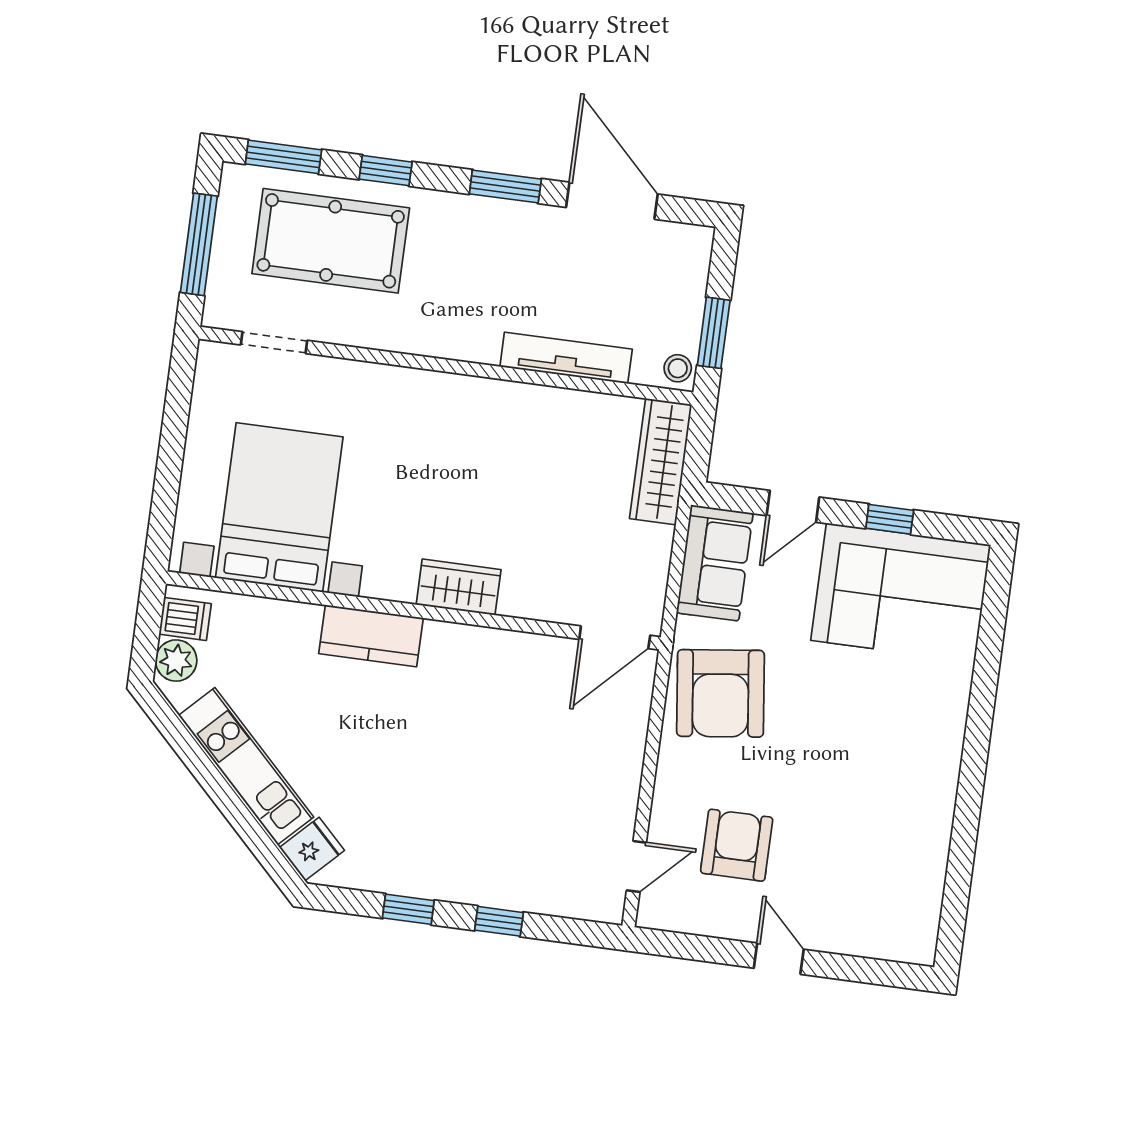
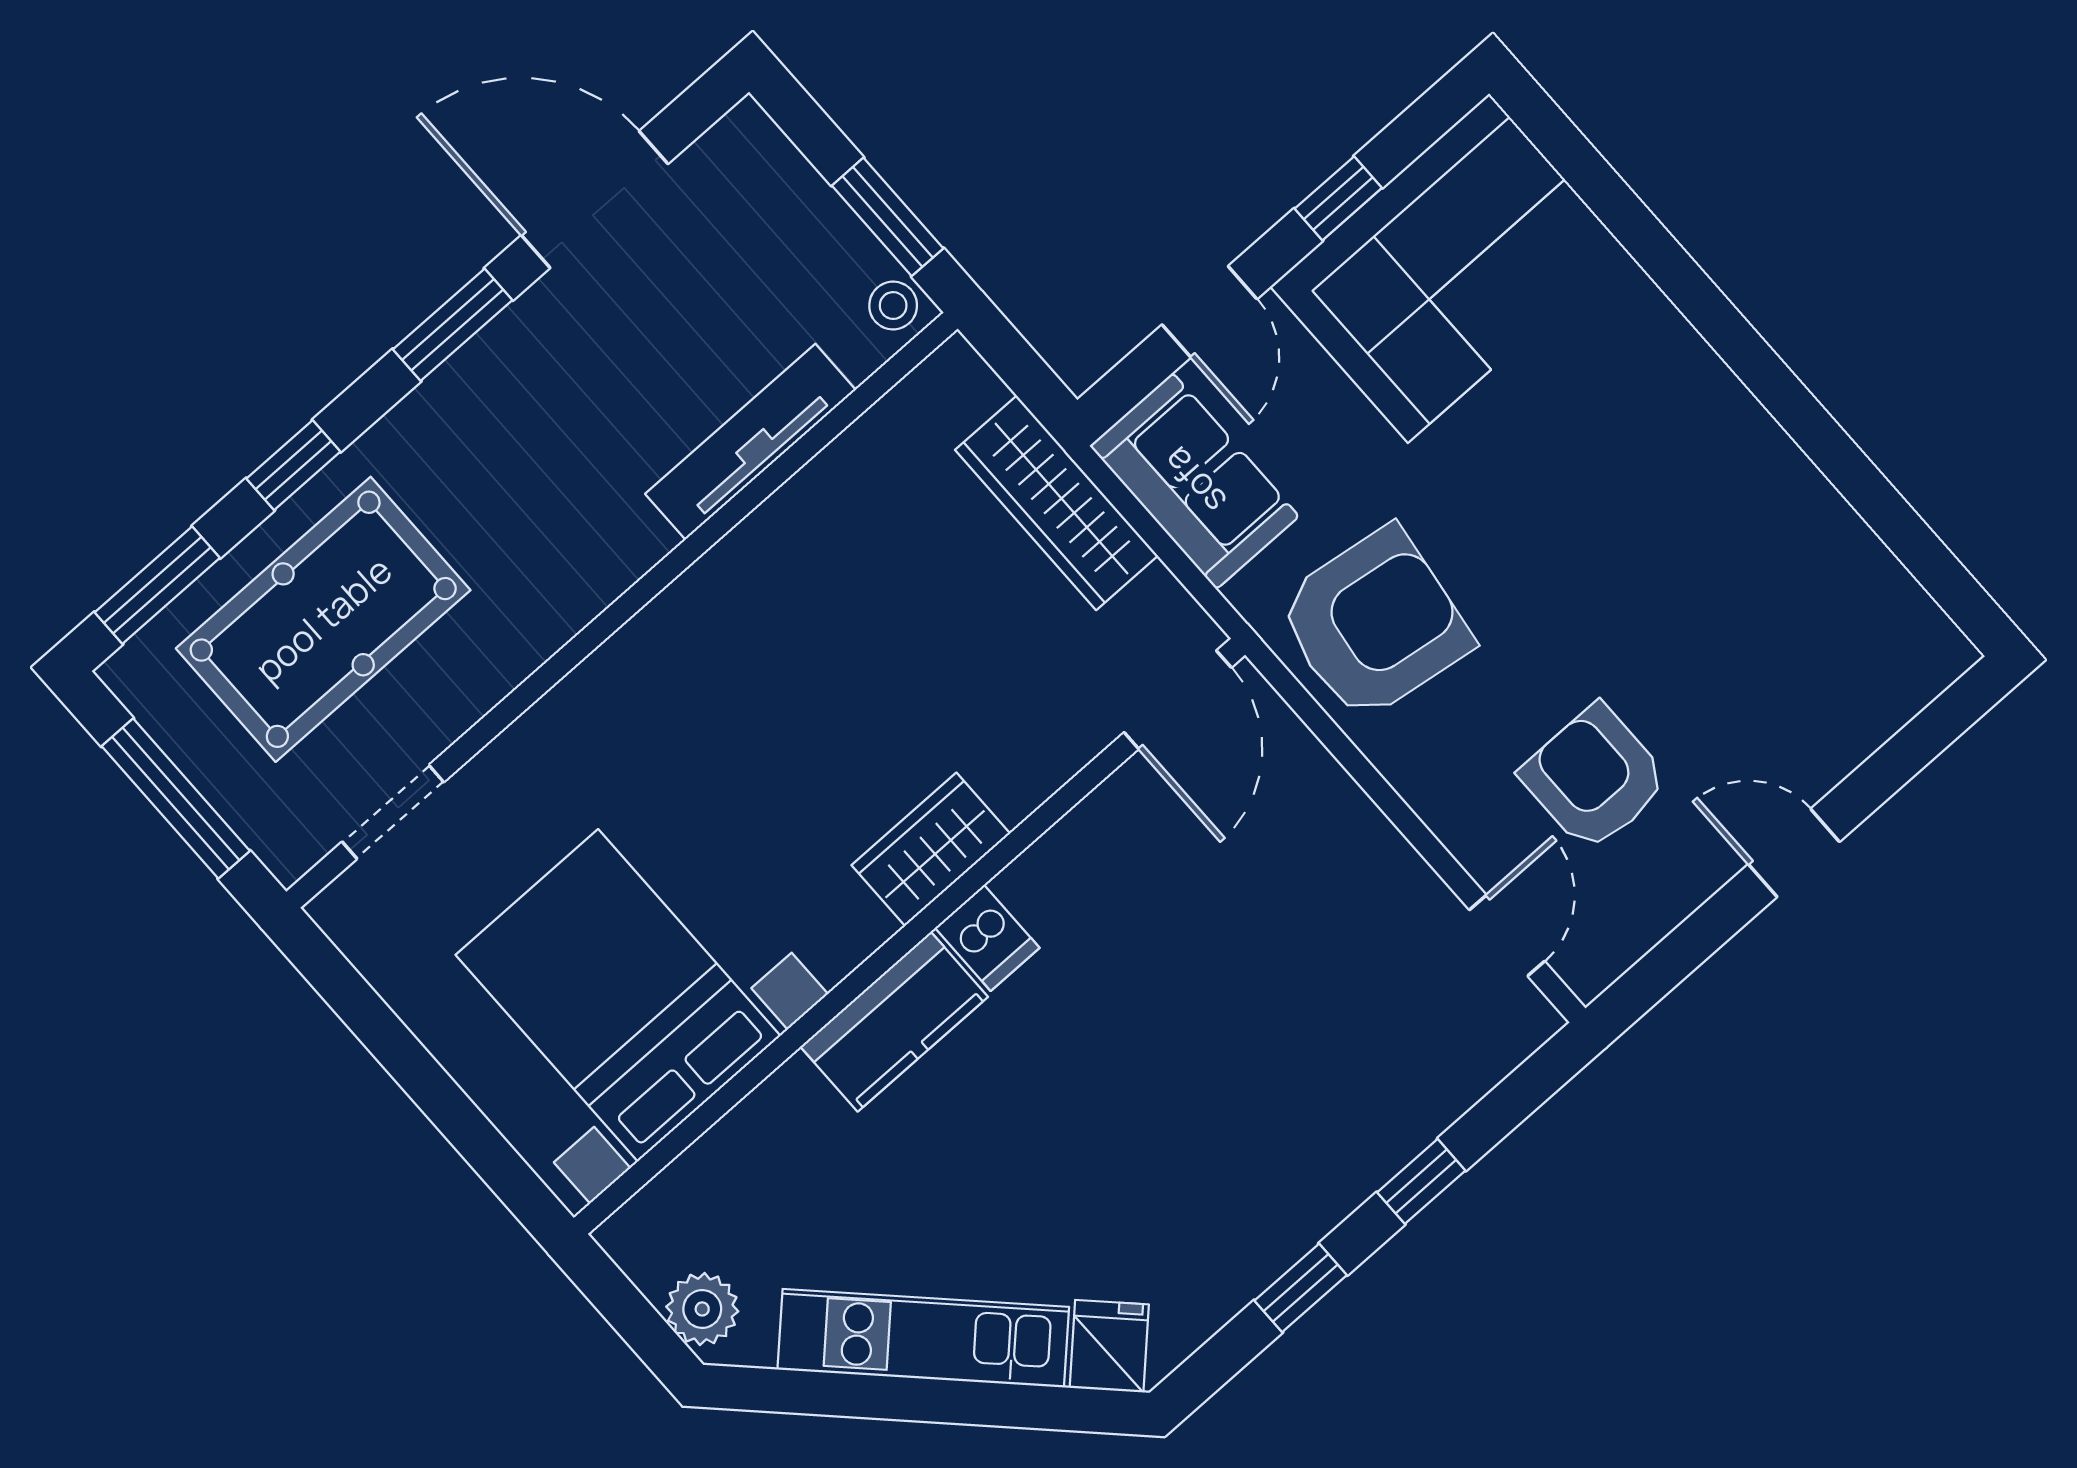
wardrobe: (661, 461) -> (1057, 503), moved
dishwasher: (185, 619) -> (987, 938), moved, turned 90
armchair: (721, 693) -> (1374, 624), turned -75

